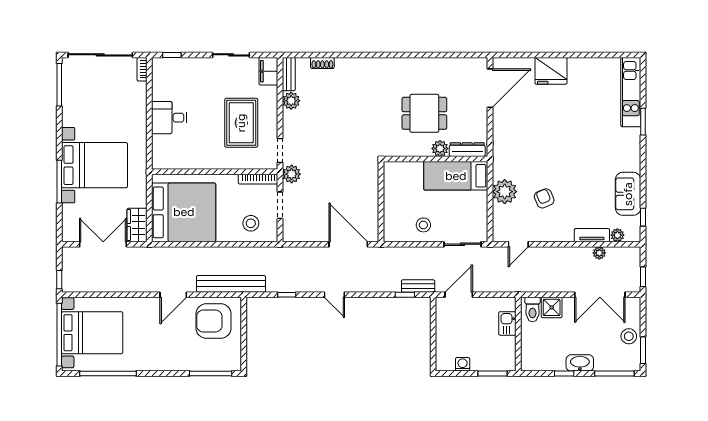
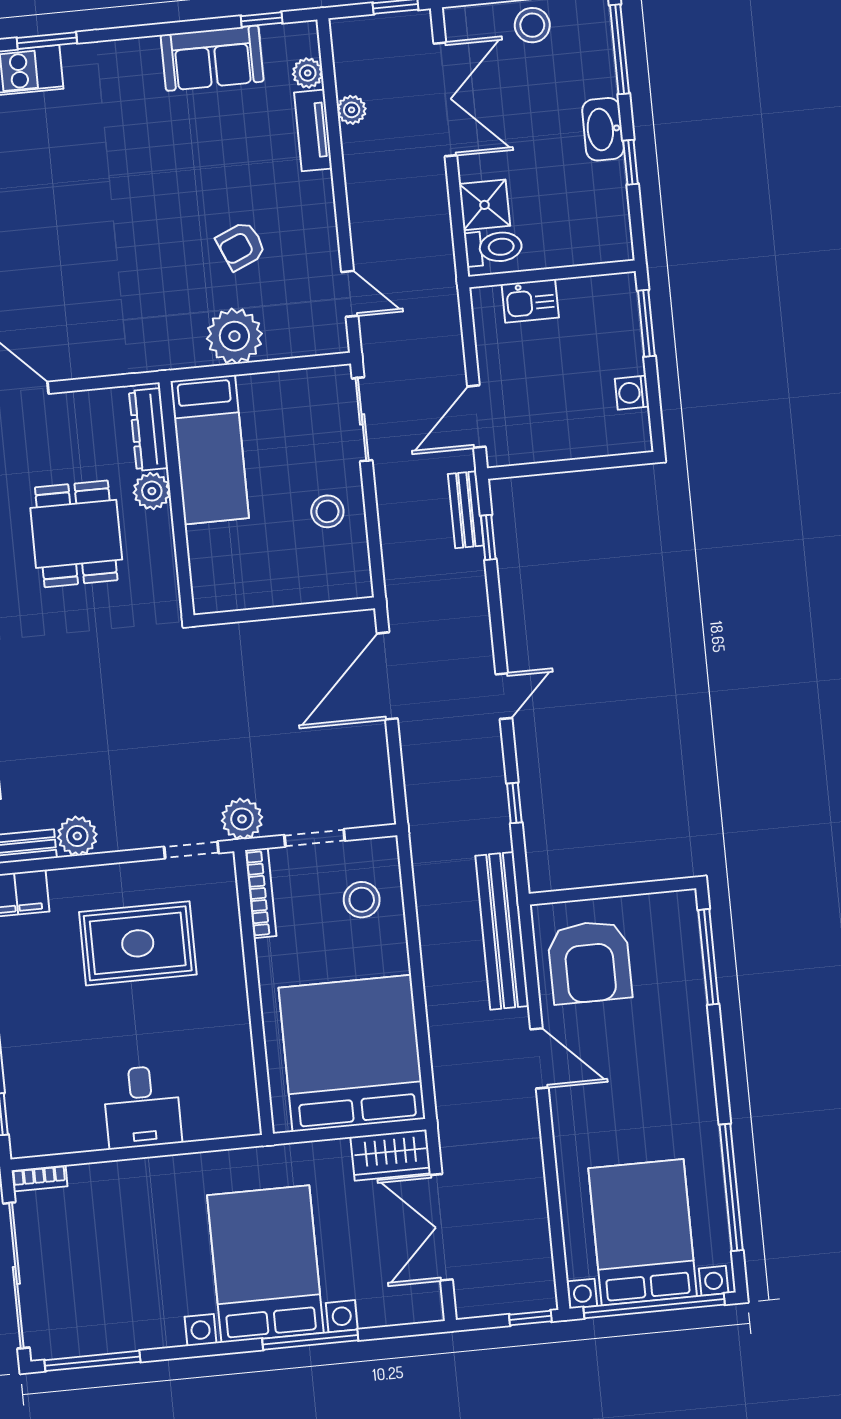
door: (459, 295) -> (476, 417), hinge flipped

